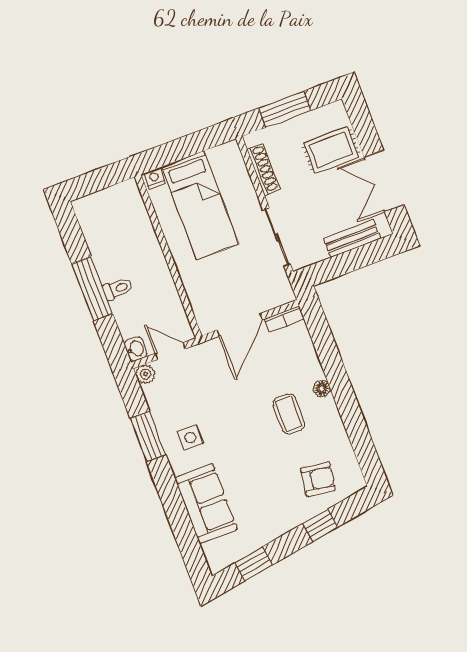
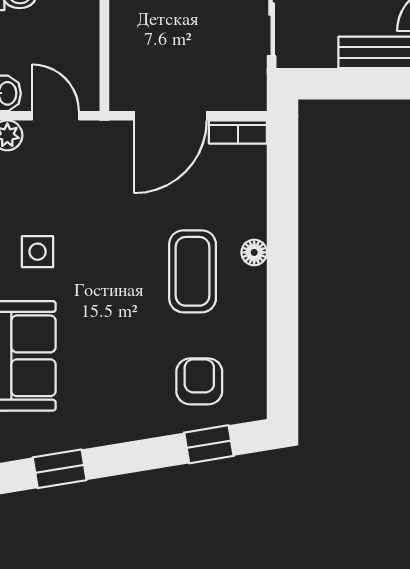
coffee table: (289, 414) -> (193, 271), width x1.36, depth x1.30
armchair: (318, 479) -> (199, 381), turned -98
window: (320, 525) -> (209, 444), moved

